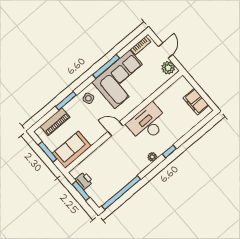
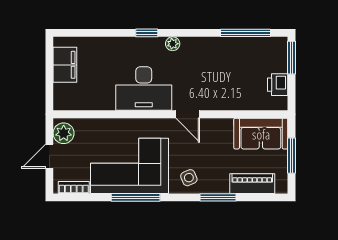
window: (81, 191) -> (291, 58), moved
window: (121, 193) -> (246, 33), width x0.68

